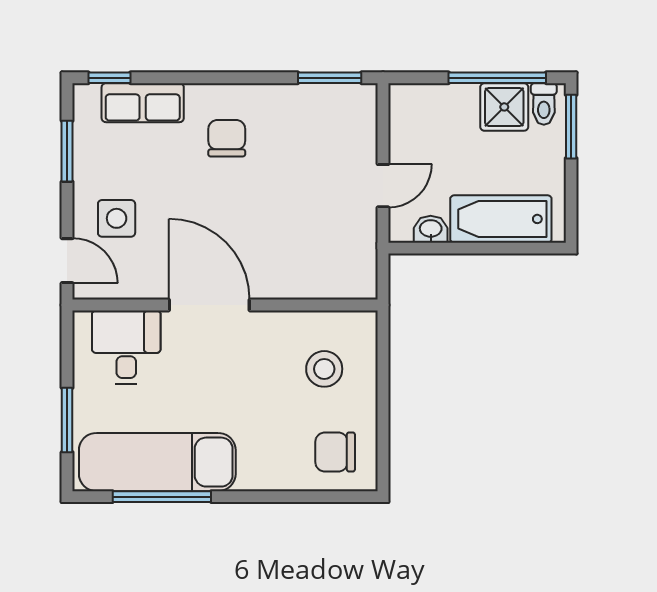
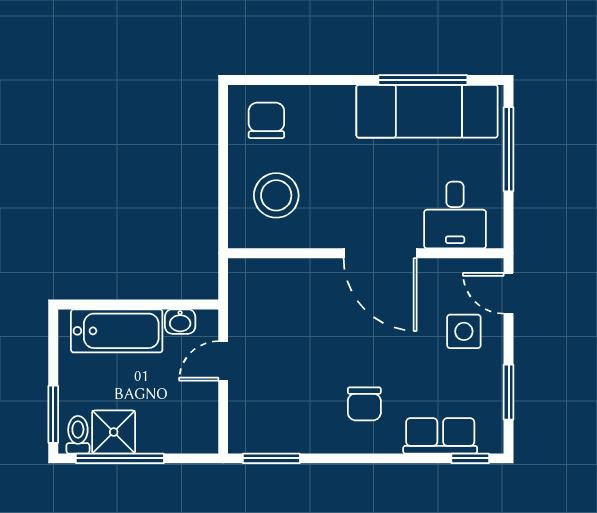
stool: (324, 369) -> (276, 195), width x1.38, depth x1.38
window: (67, 420) -> (509, 149), width x1.44
chair: (335, 452) -> (266, 120), turned -90

